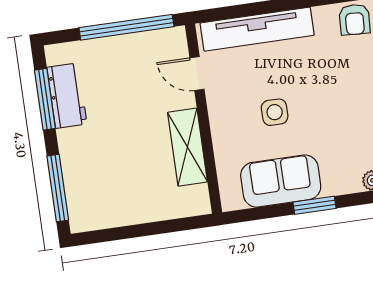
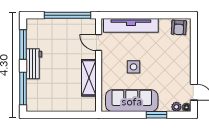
workbench: (67, 96) -> (34, 64), moved
sofa: (281, 181) -> (132, 101), width x1.36
window: (314, 205) -> (156, 115), moved

